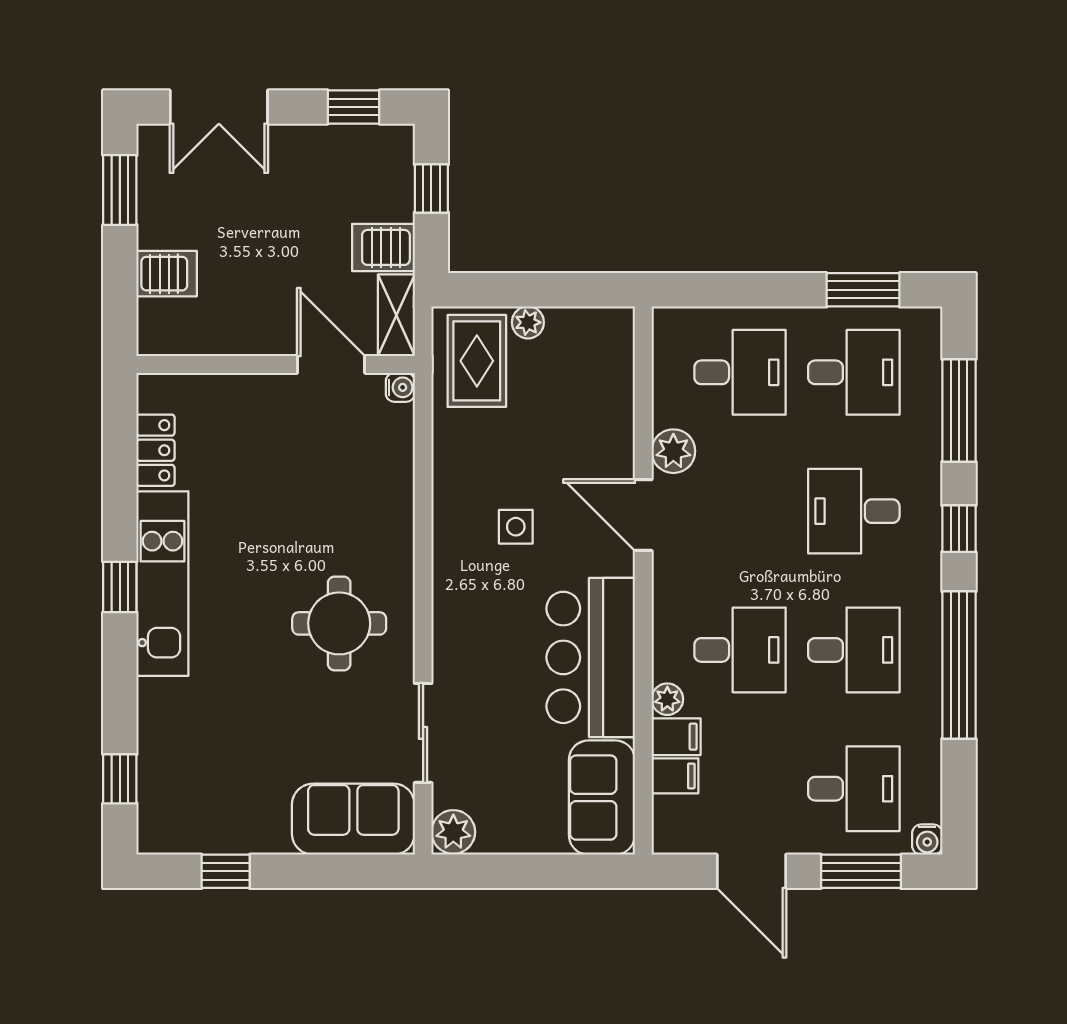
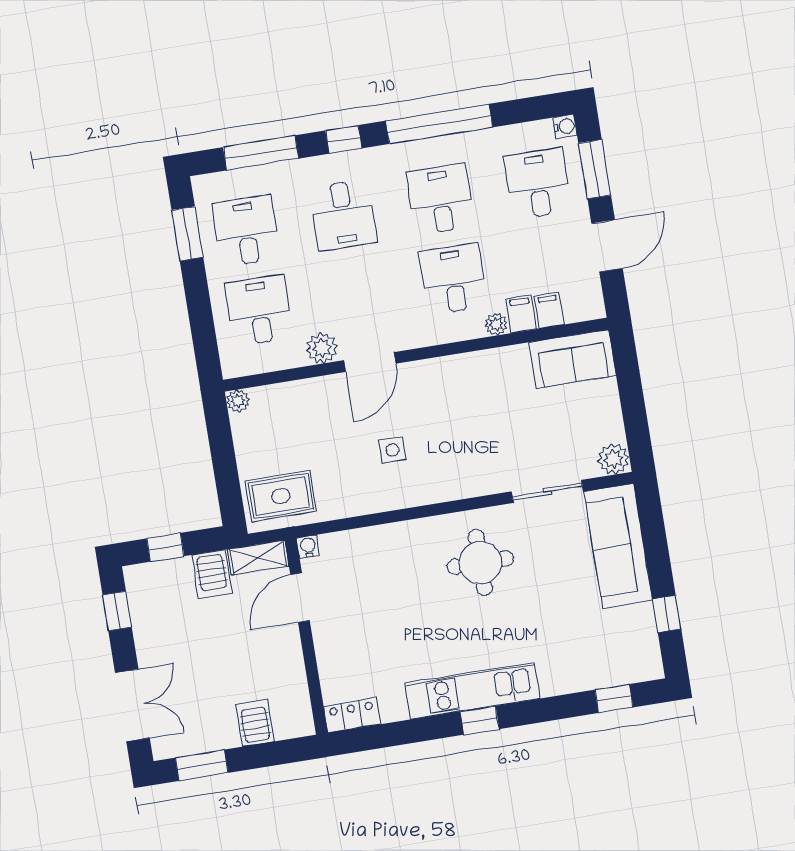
plant: (528, 322) -> (238, 401), moved
locker: (156, 450) -> (352, 715), moved
bar counter: (591, 657) -> (476, 383), removed
sofa: (353, 819) -> (618, 546), width x1.36

